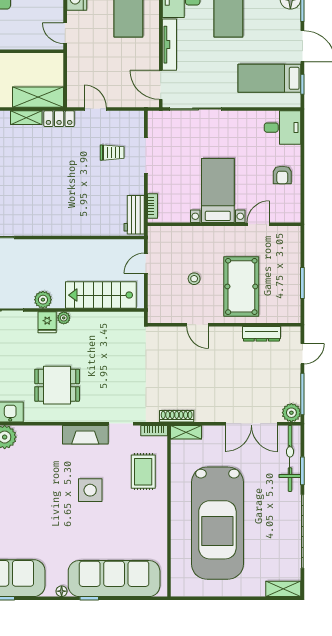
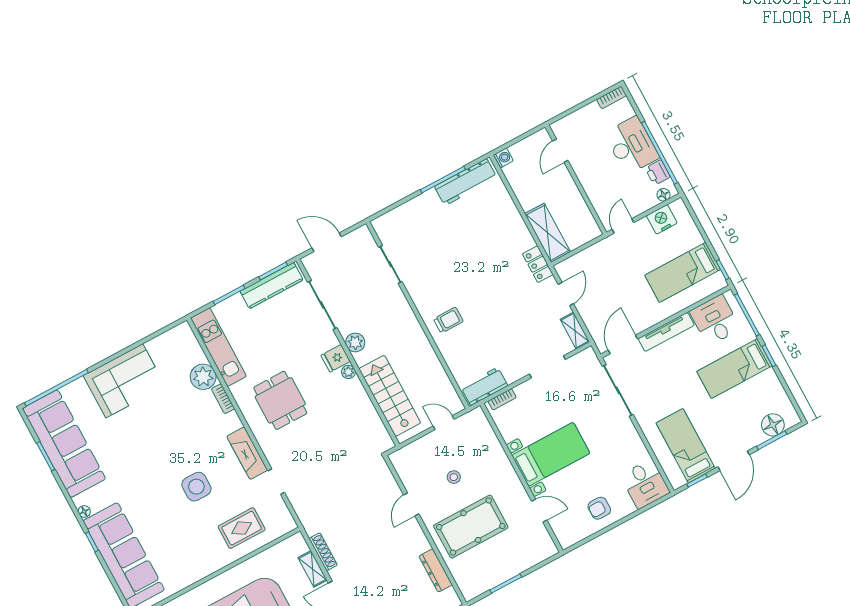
shelving: (26, 118) -> (575, 331), moved
trolley: (112, 153) -> (448, 320), moved, turned -90
shoe rack: (177, 416) -> (323, 552), moved
bookcase: (154, 431) -> (223, 399), moved
shelving: (186, 432) -> (313, 569), moved

